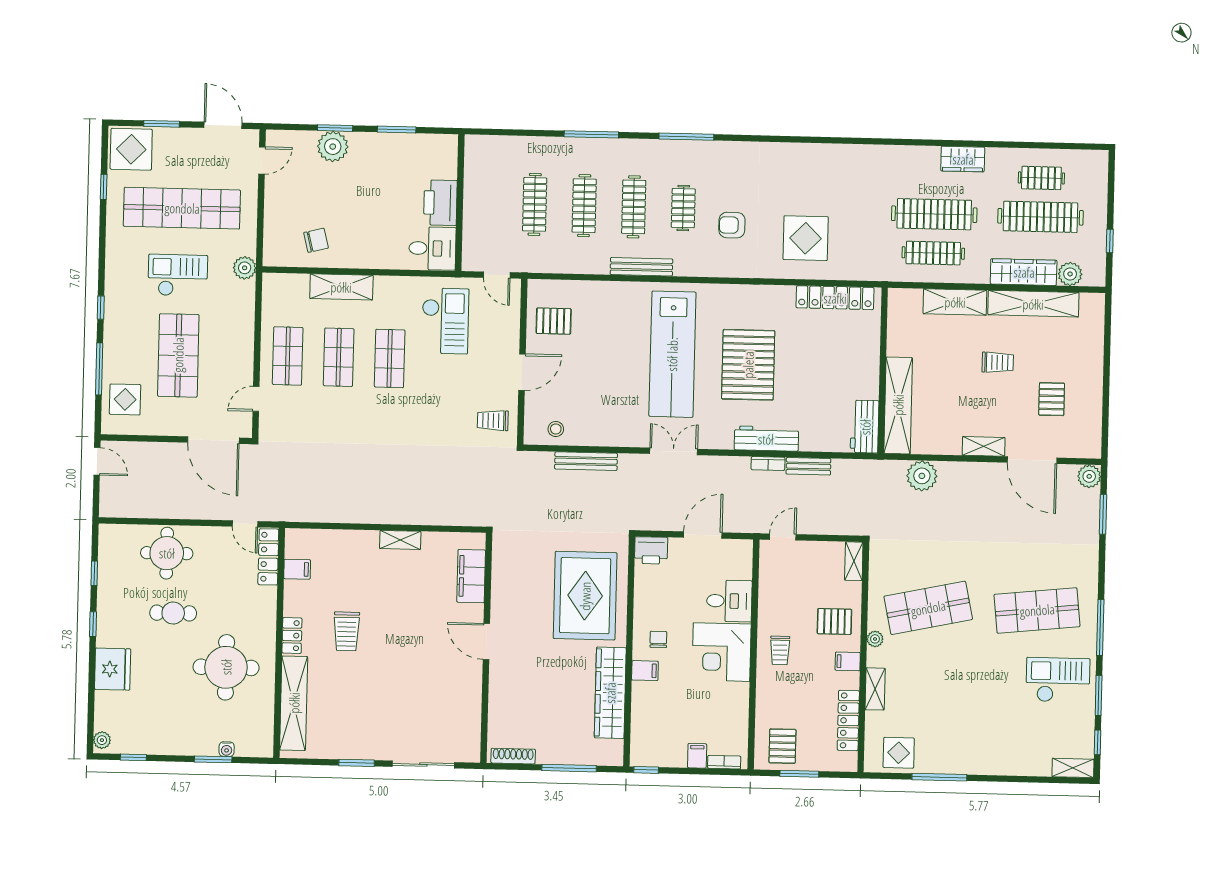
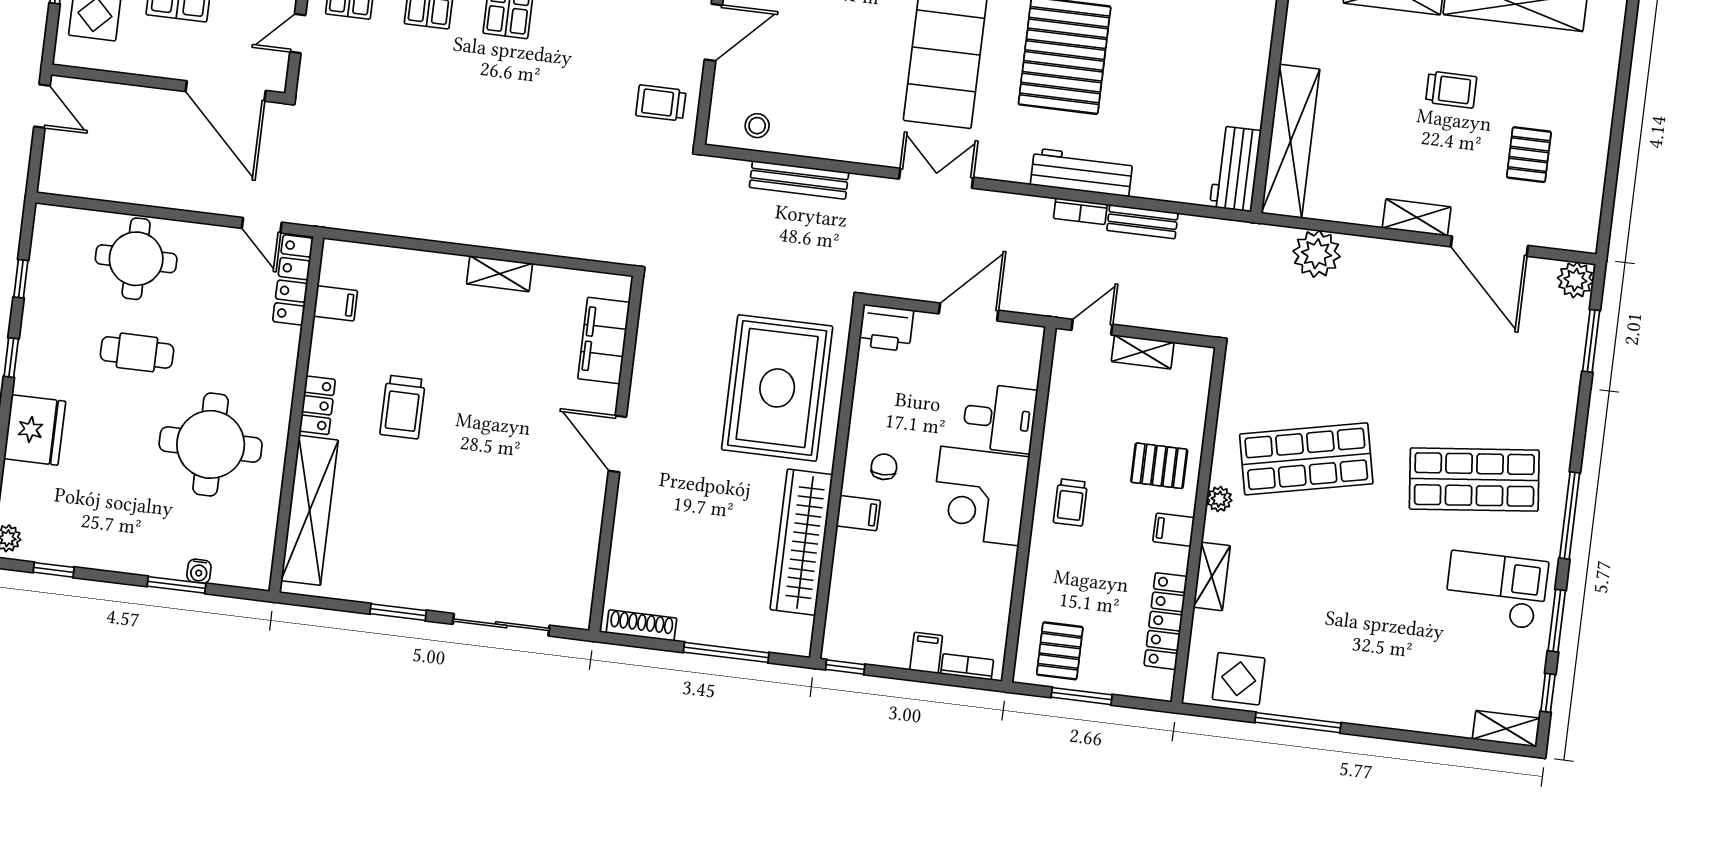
shelving: (854, 561) -> (1143, 352), moved, turned 90

